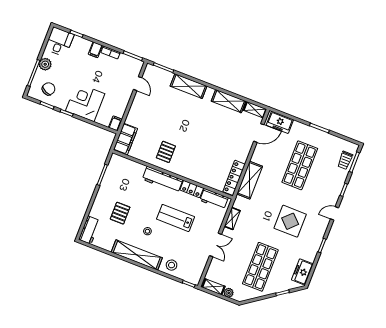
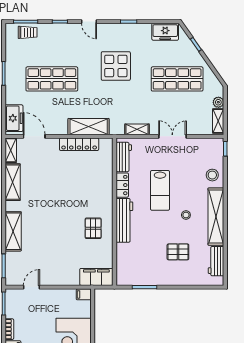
pallet: (166, 152) -> (93, 228), turned 90
locker: (234, 178) -> (79, 144), moved
workbench: (89, 230) -> (216, 261), moved, turned -90

